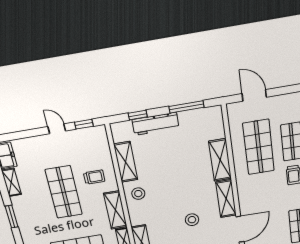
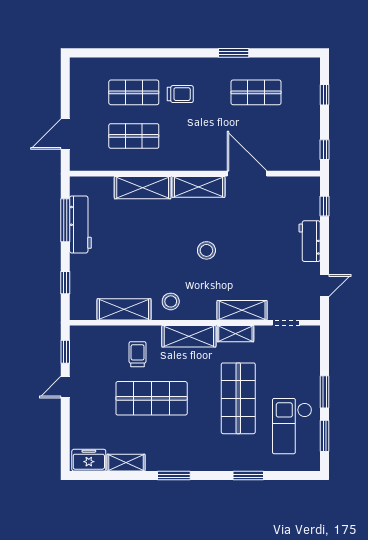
workbench: (156, 124) -> (80, 224), moved
shop shelf: (259, 147) -> (134, 136), width x0.70, depth x0.74
stool: (192, 220) -> (206, 250), moved

